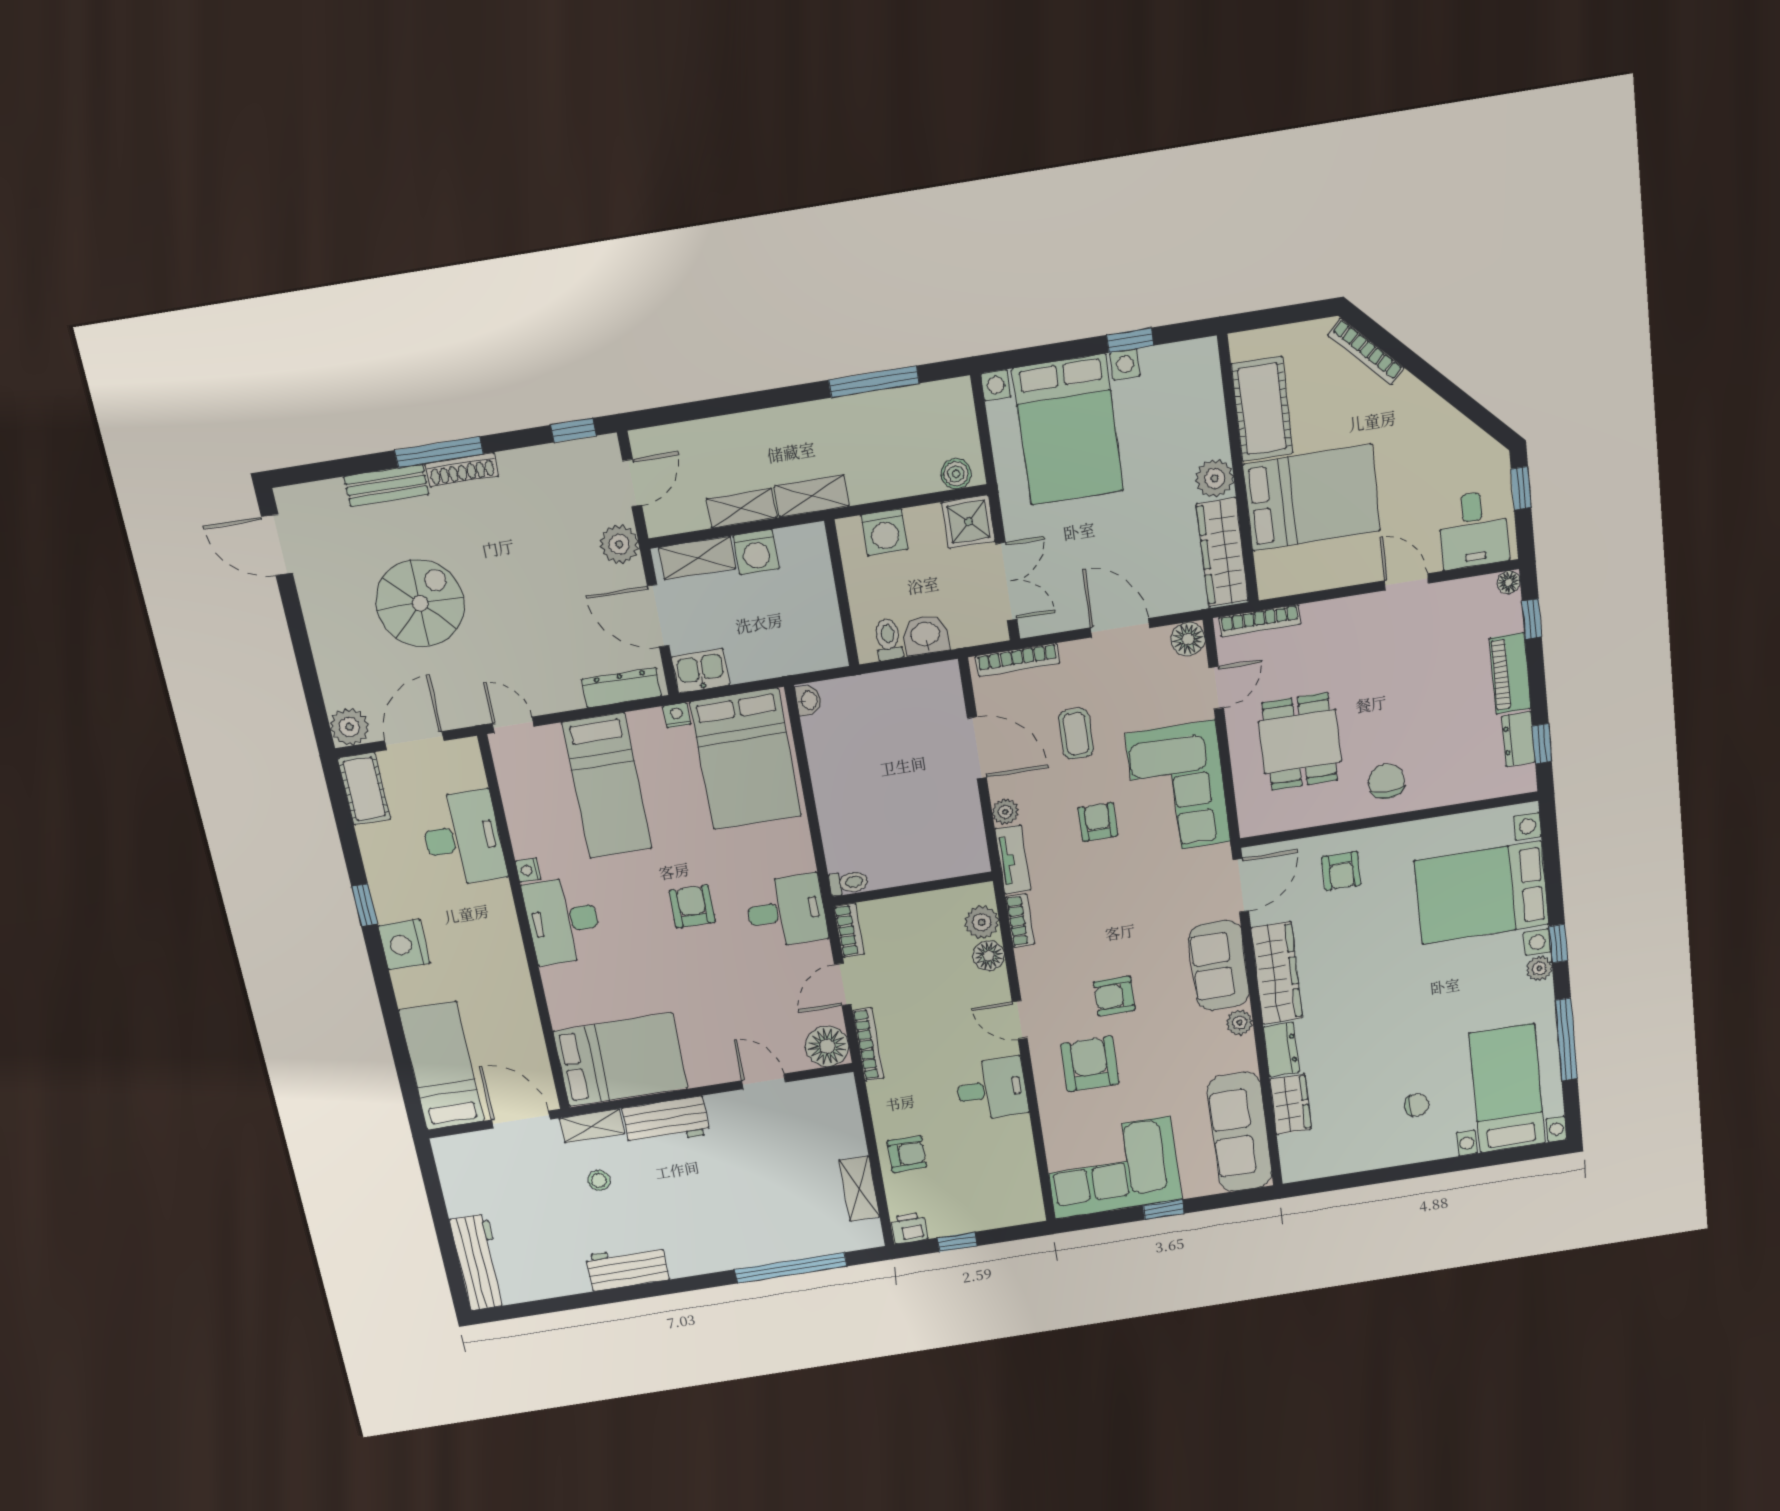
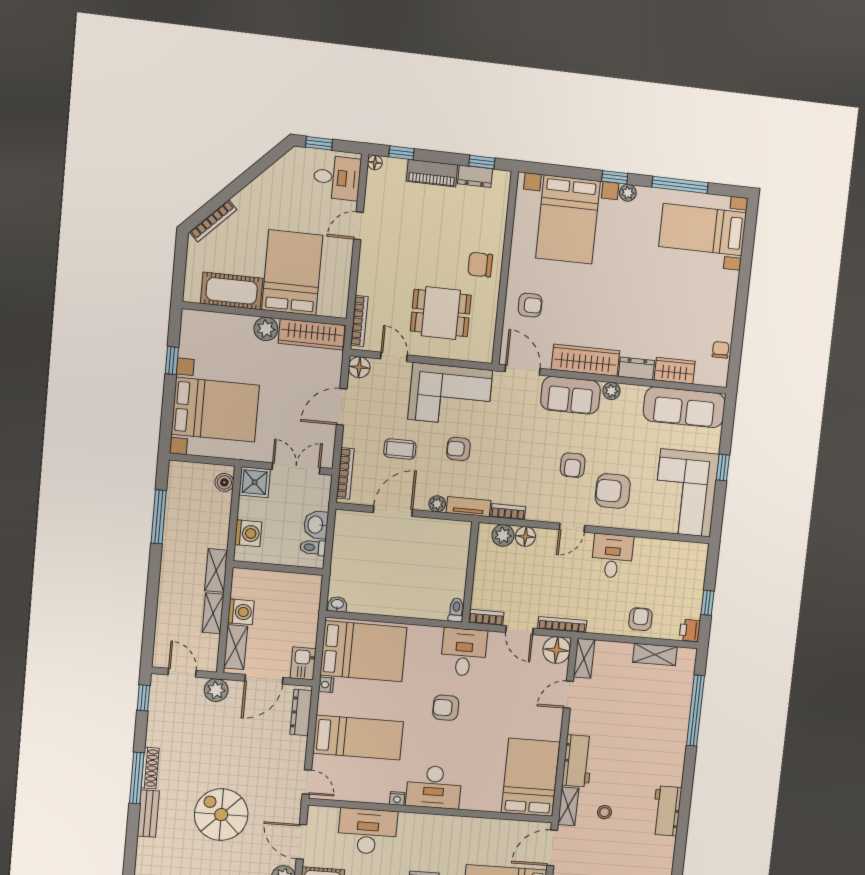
door: (513, 725) -> (307, 782), swing flipped
shelving: (825, 1089) -> (584, 658), added
chair: (1417, 1105) -> (721, 350), moved

